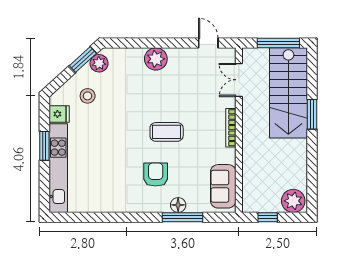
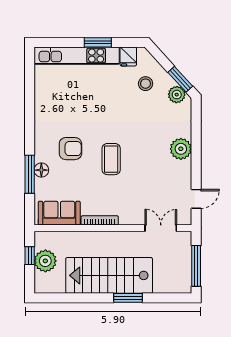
stairs: (288, 93) -> (109, 275), moved
bookcase: (231, 128) -> (100, 220), moved
plant: (293, 201) -> (45, 261), moved

